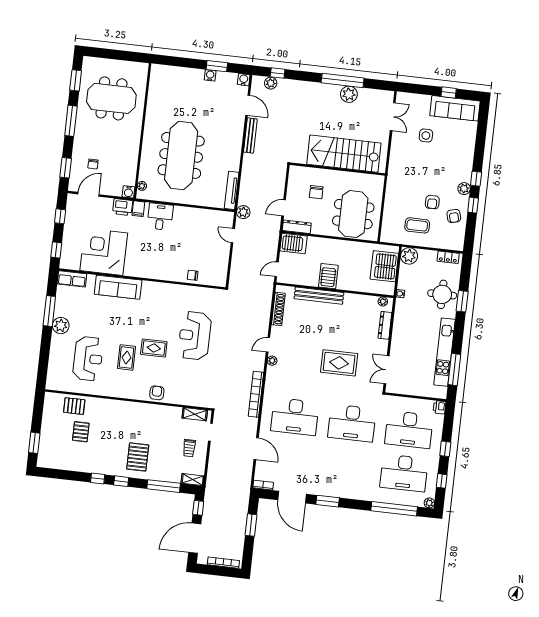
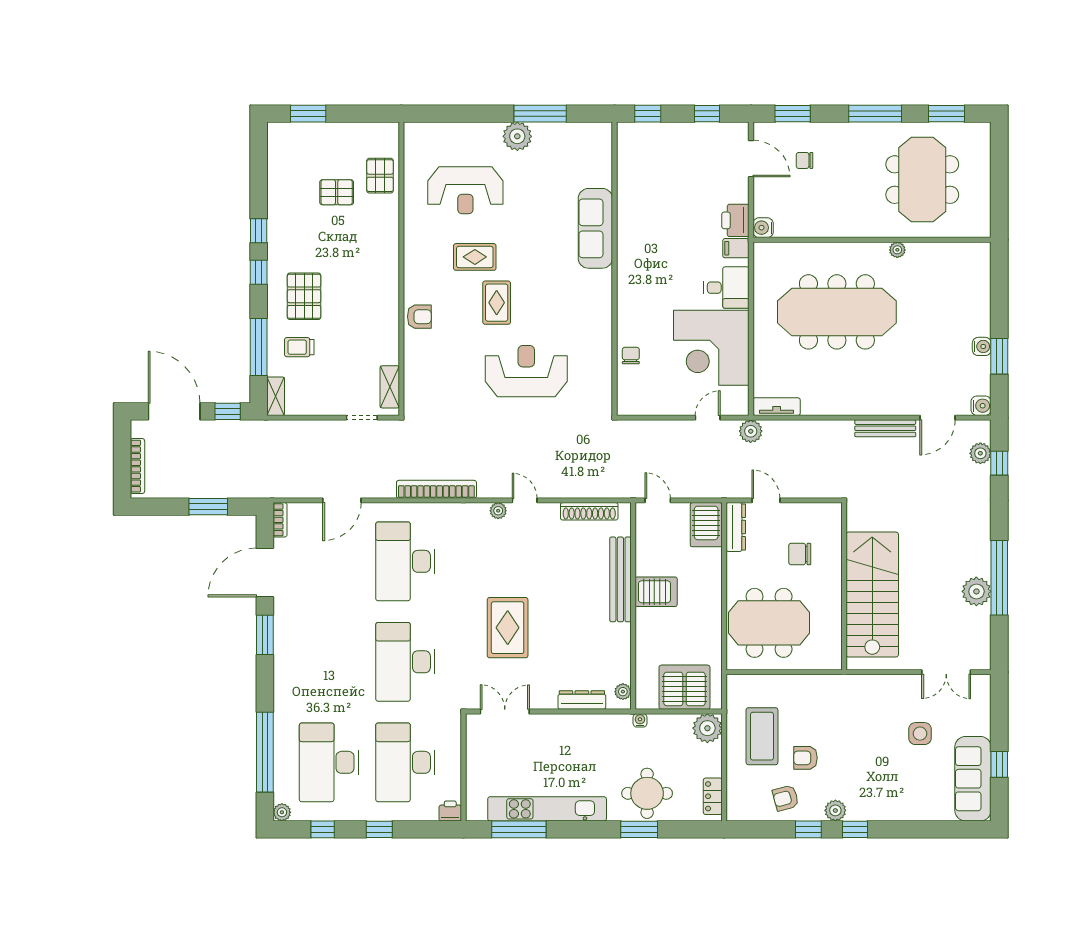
plant: (142, 186) -> (897, 250), moved
tv unit: (232, 190) -> (777, 407), width x0.71
coffee table: (417, 225) -> (762, 736), width x1.36, depth x1.32
corner desk: (104, 252) -> (711, 348), moved, turned 180
row of seats: (72, 279) -> (601, 147), removed
trolley: (189, 448) -> (299, 347), moved
pallet: (138, 457) -> (304, 296), turned 90

